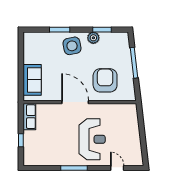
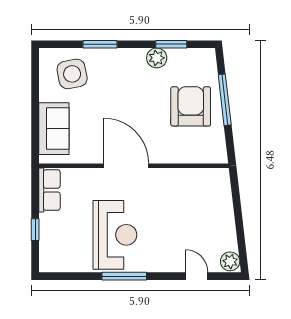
side table: (72, 46) -> (72, 74), moved
armchair: (105, 80) -> (191, 106), moved
reception desk: (92, 139) -> (115, 235), moved
plant: (137, 159) -> (230, 261), added

